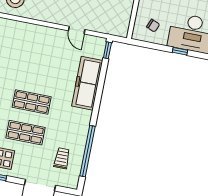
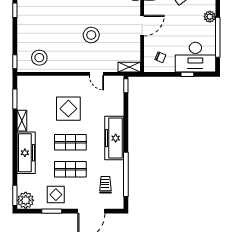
shelving: (116, 30) -> (129, 67), added
display table: (37, 63) -> (68, 109), added
freezer: (87, 83) -> (114, 138), moved

